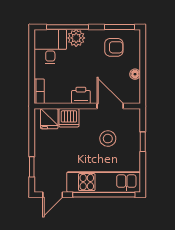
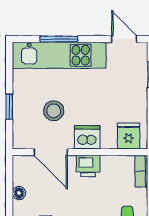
dishwasher: (69, 118) -> (87, 137), moved
door: (53, 195) -> (124, 39), hinge flipped
window: (104, 195) -> (59, 39), width x0.47

